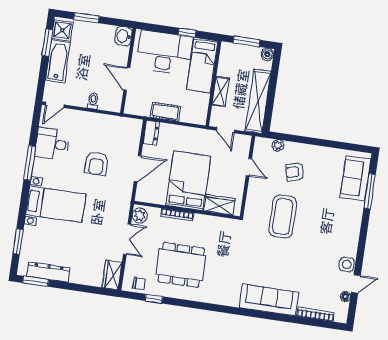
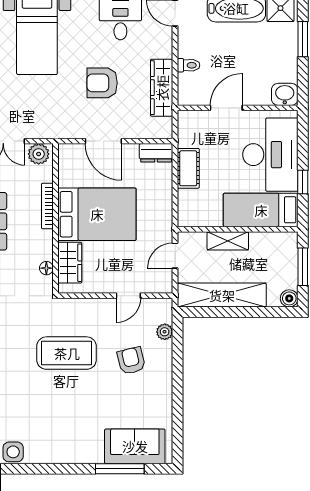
wardrobe: (106, 122) -> (162, 88), added
floor lamp: (221, 222) -> (46, 268), added

